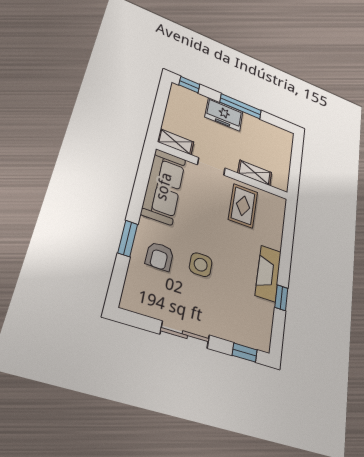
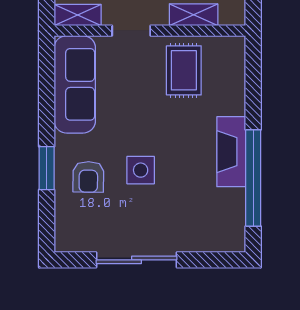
window: (281, 298) -> (253, 178), width x3.17
sliding door: (185, 335) -> (137, 260), width x1.37
window: (245, 353) -> (213, 260), removed

